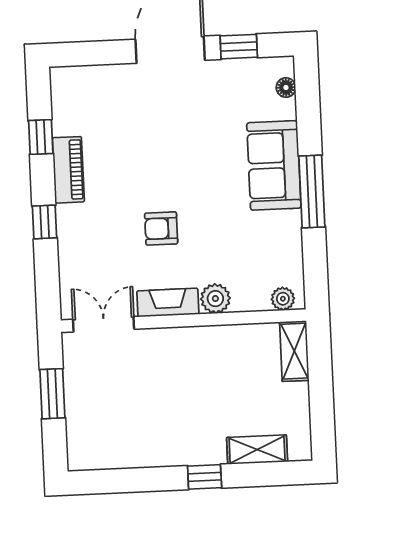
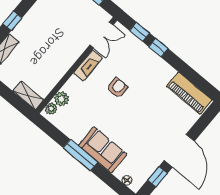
window: (41, 137) -> (139, 32), moved
piano: (68, 170) -> (189, 93), moved, width x1.37, depth x1.33
plant: (215, 299) -> (61, 99), moved

